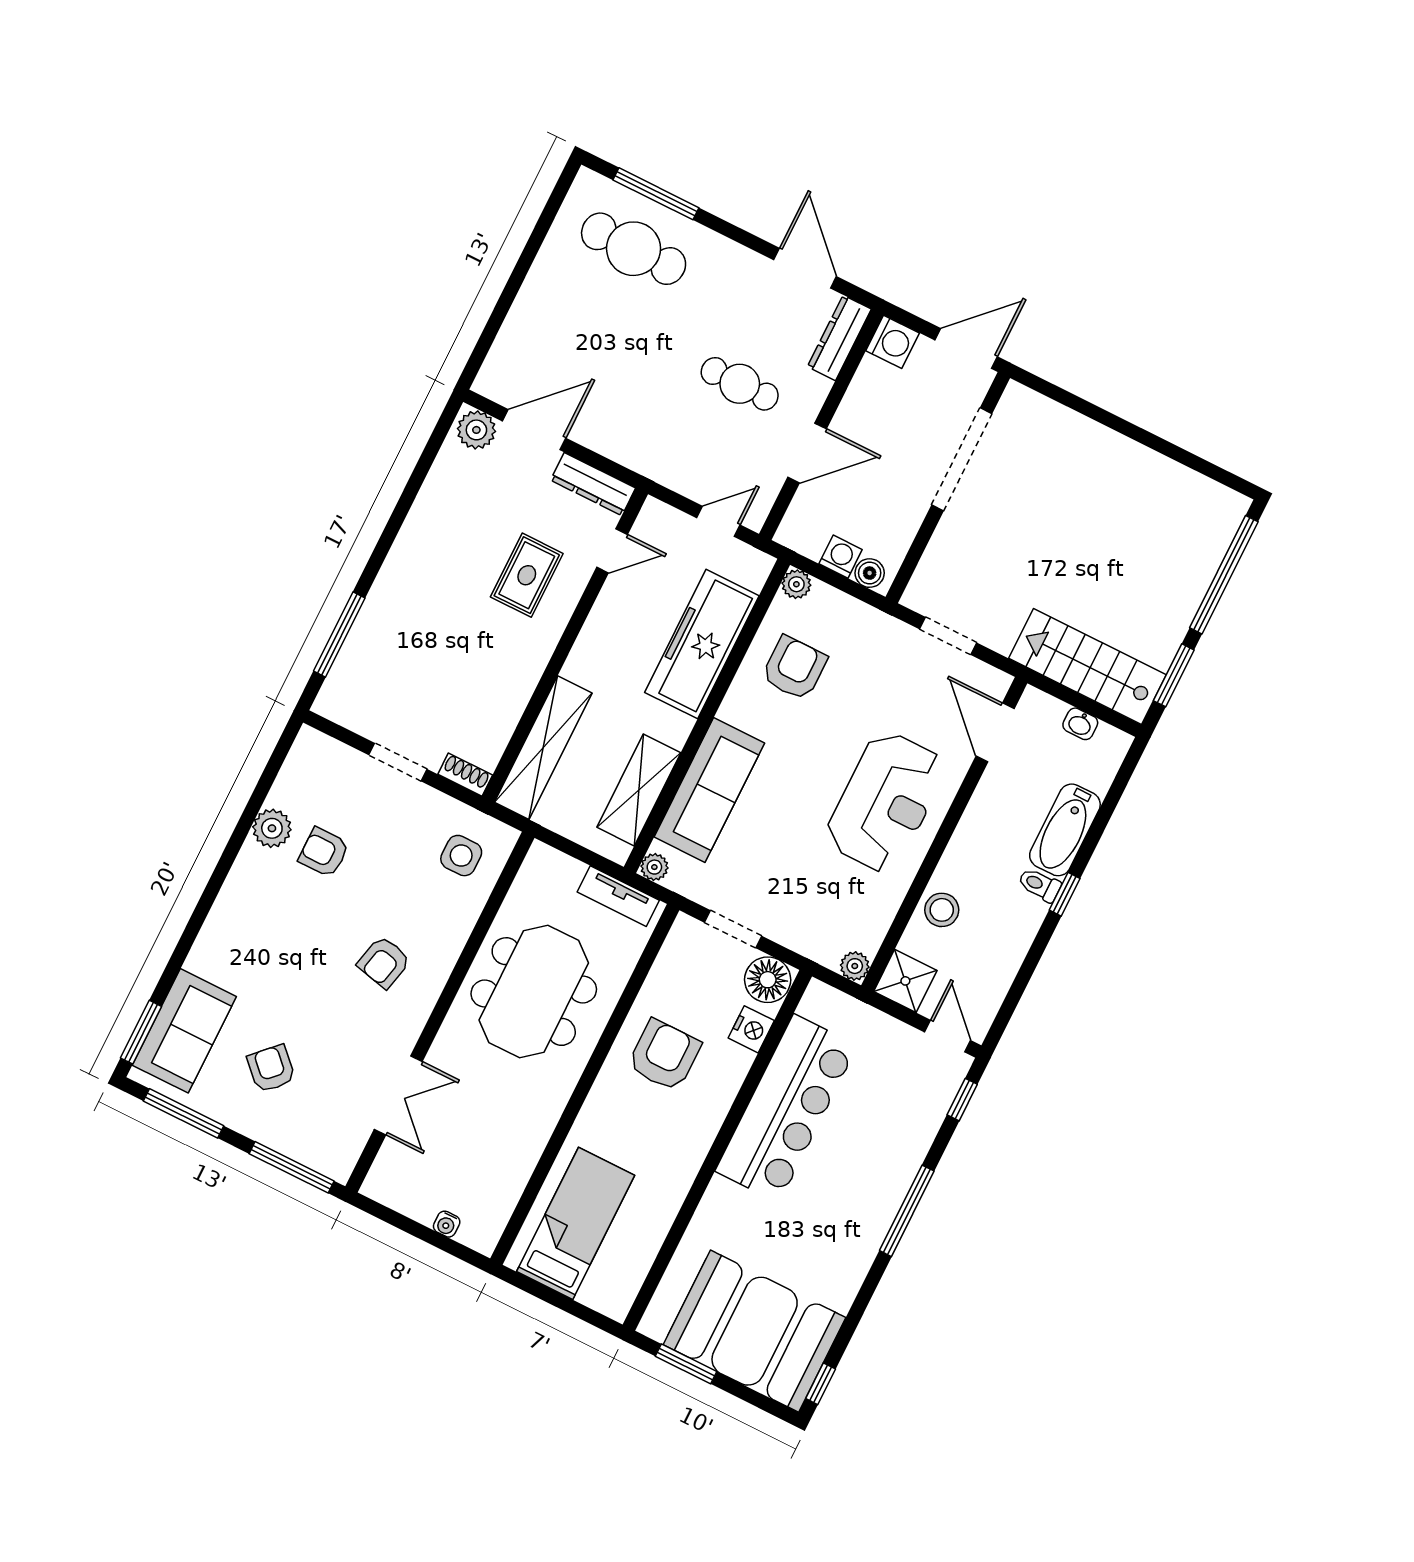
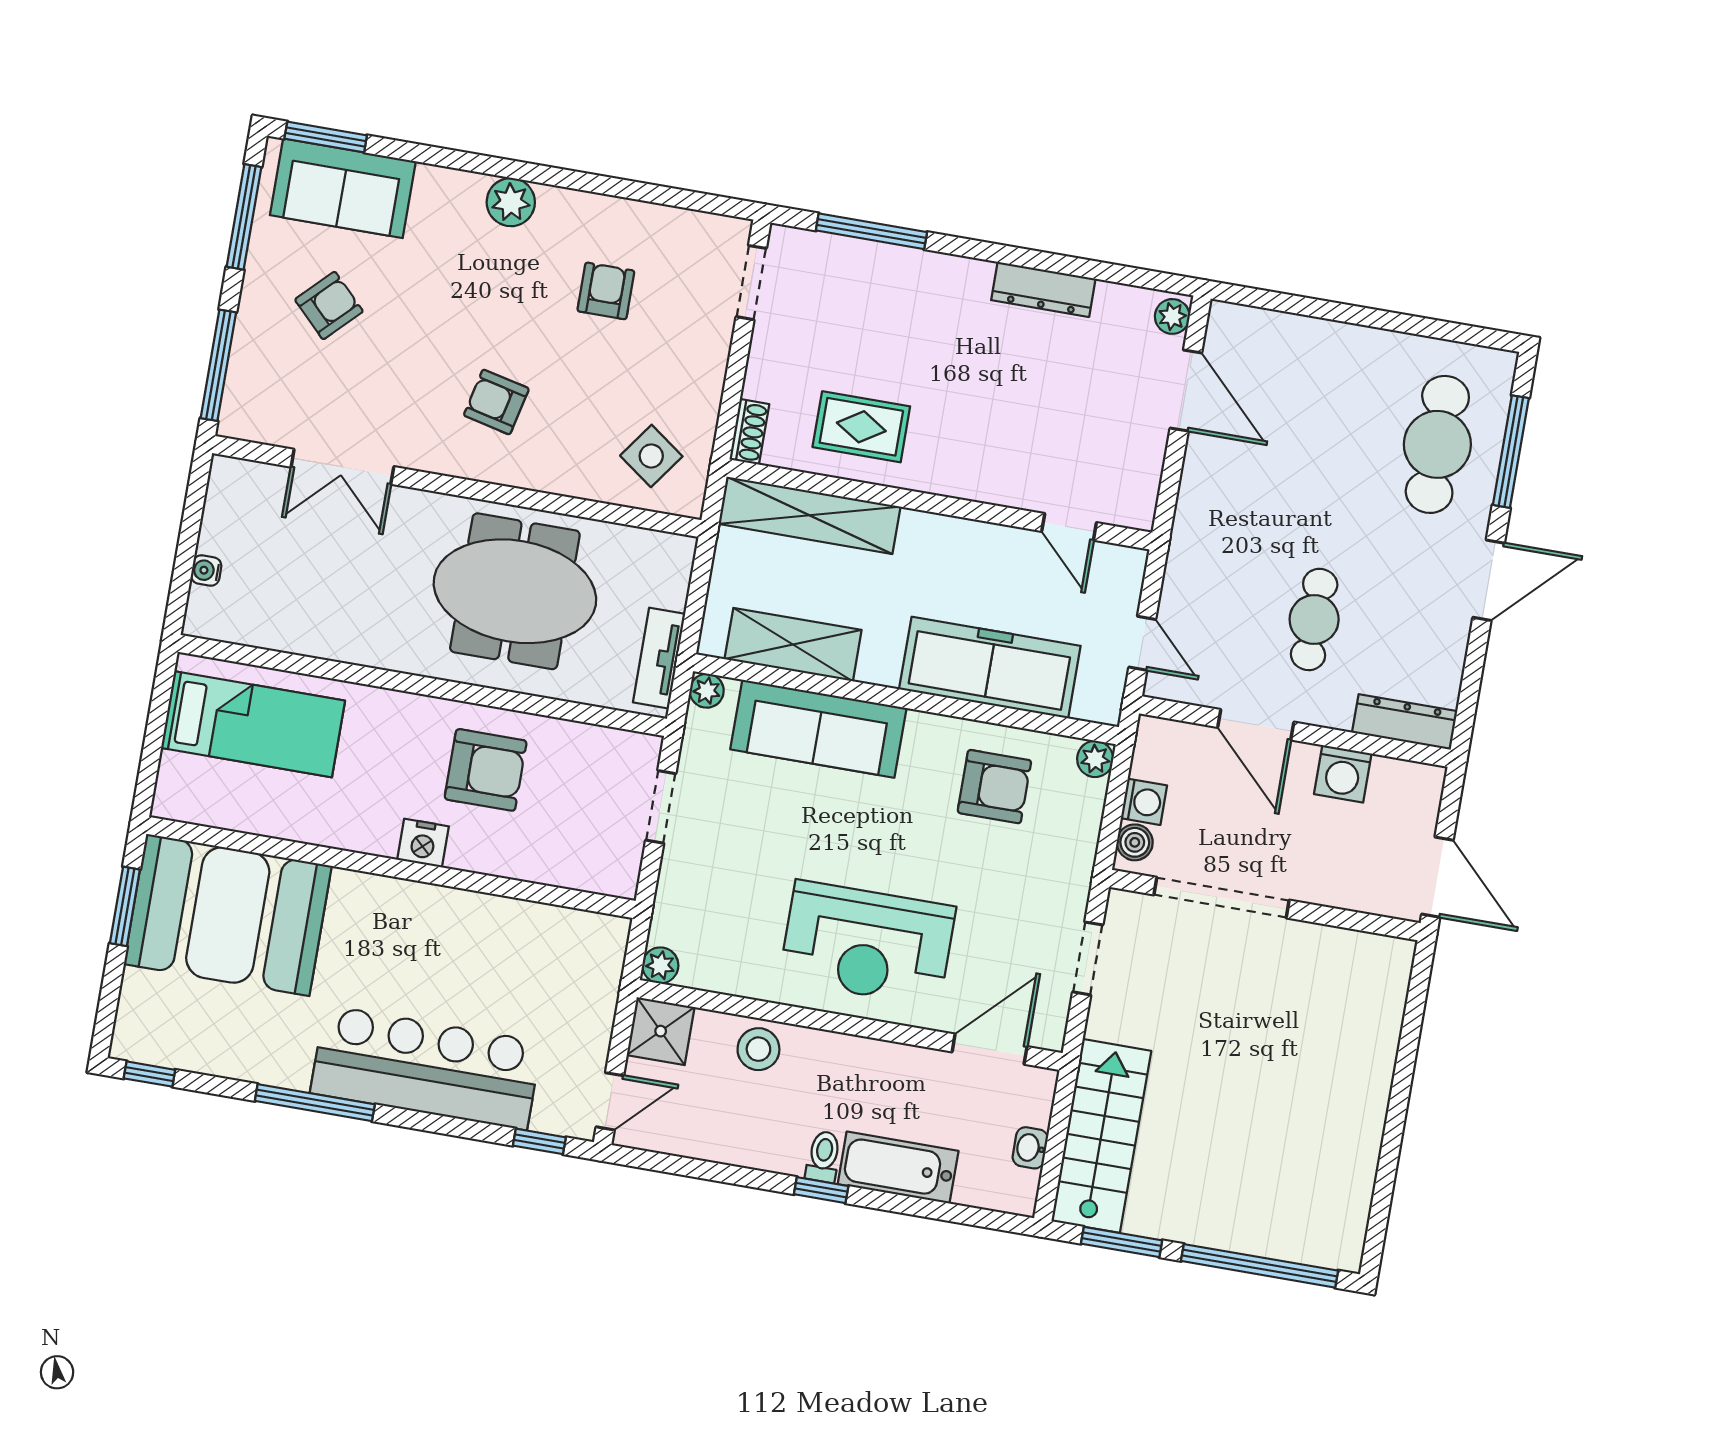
door: (805, 268) -> (1489, 580), moved
washing machine: (893, 342) -> (1343, 774), moved
plant: (476, 430) -> (1172, 316), width x0.73, depth x0.73
doorway: (962, 459) -> (1222, 898), moved
dresser: (593, 484) -> (1043, 289), moved, turned -90
rug: (527, 575) -> (861, 427), moved
doorway: (398, 762) -> (751, 283), moved
plant: (272, 828) -> (511, 202), moved
side table: (461, 856) -> (651, 456), turned 36
floor lamp: (768, 980) -> (613, 866), removed
nightstand: (751, 1029) -> (423, 843), moved
bar counter: (786, 1108) -> (426, 1068), moved, turned 180
window: (907, 1211) -> (315, 1103), moved
booth: (755, 1331) -> (228, 915), moved, turned 90

